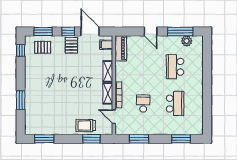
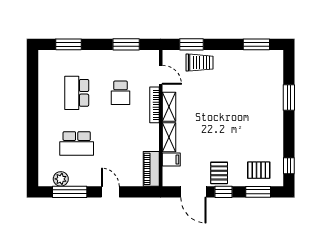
filing cabinet: (106, 45) -> (171, 160), moved
school desk: (175, 67) -> (77, 143), turned 90

